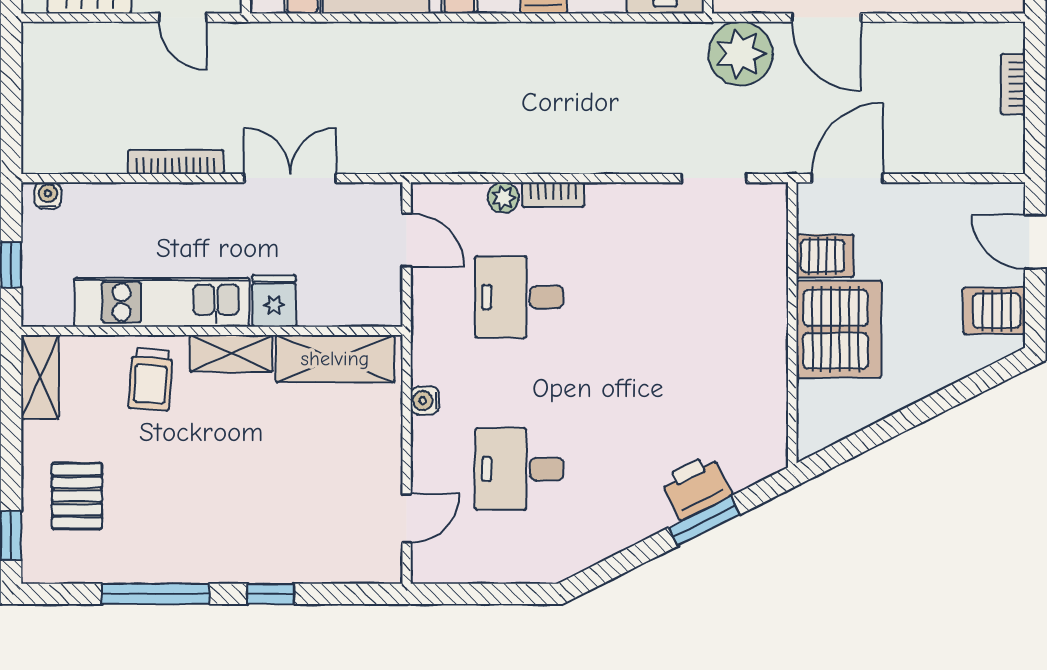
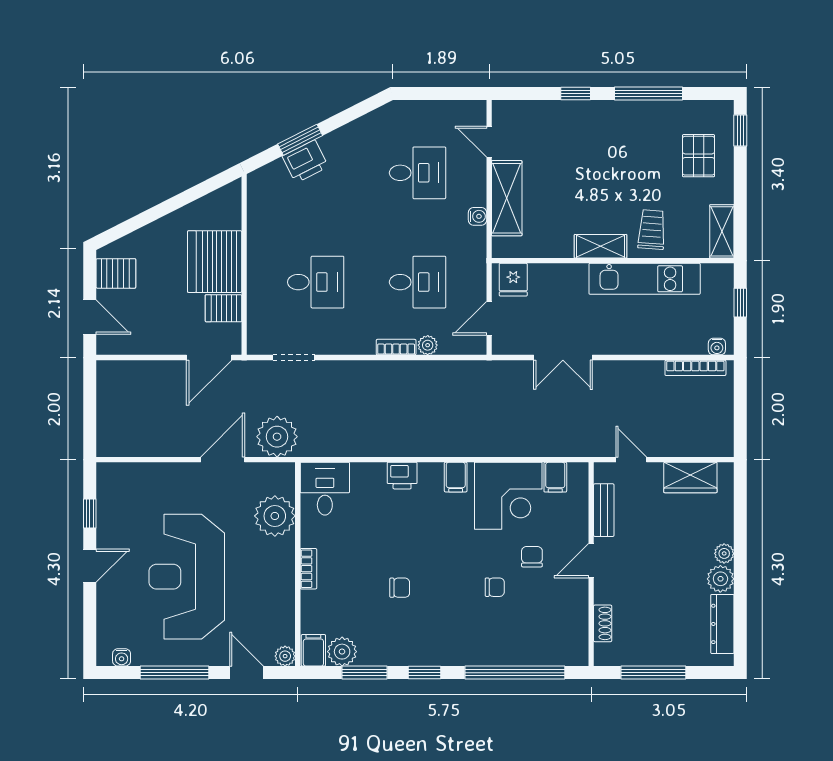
door: (826, 18) -> (223, 460), hinge flipped
bookcase: (1013, 84) -> (104, 417), removed
bookcase: (176, 162) -> (695, 368), moved
door: (407, 240) -> (489, 318), hinge flipped
desk: (680, 297) -> (316, 282), added
fridge: (274, 301) -> (513, 280), moved
shelving: (335, 359) -> (507, 198), moved, turned 90
door: (407, 518) -> (489, 142), hinge flipped

